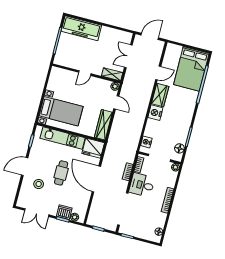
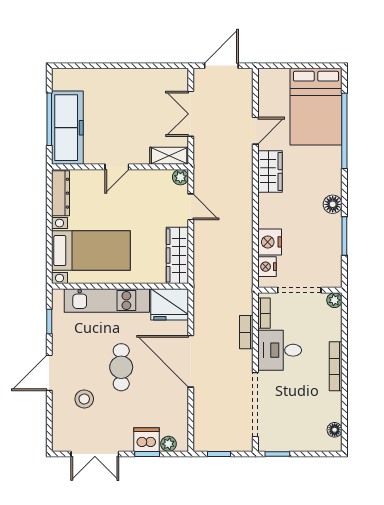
freezer: (81, 28) -> (67, 128), moved, turned -90
dresser: (53, 79) -> (60, 193), added
nightstand: (155, 113) -> (270, 242), moved
floor lamp: (179, 148) -> (333, 204), moved

